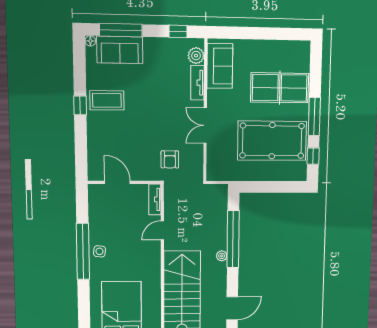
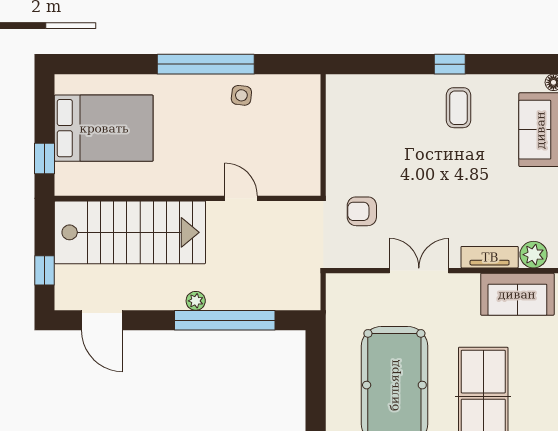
coffee table: (107, 100) -> (459, 108), width x0.73, depth x0.77
door: (117, 182) -> (323, 123), removed
tv unit: (155, 199) -> (294, 186), removed
side table: (100, 251) -> (241, 95), moved

